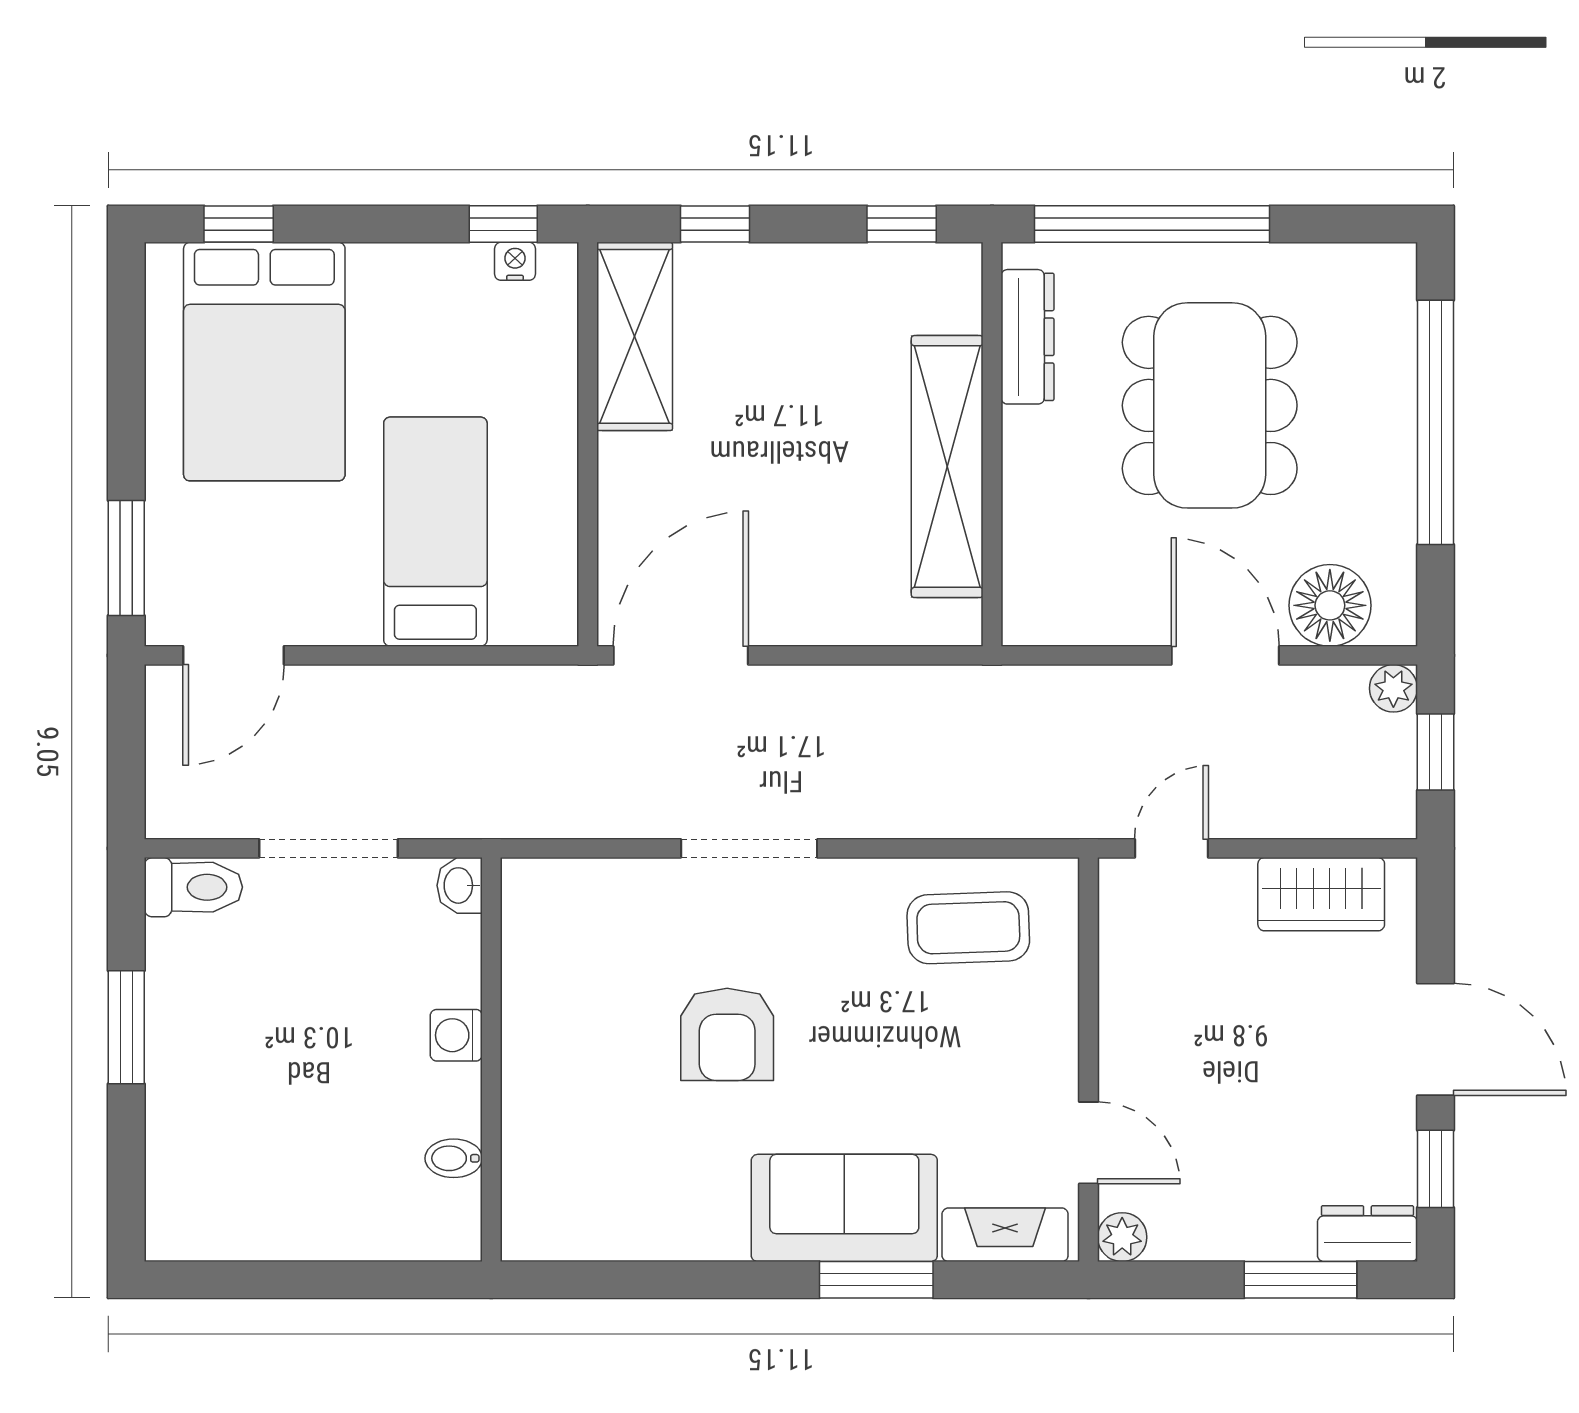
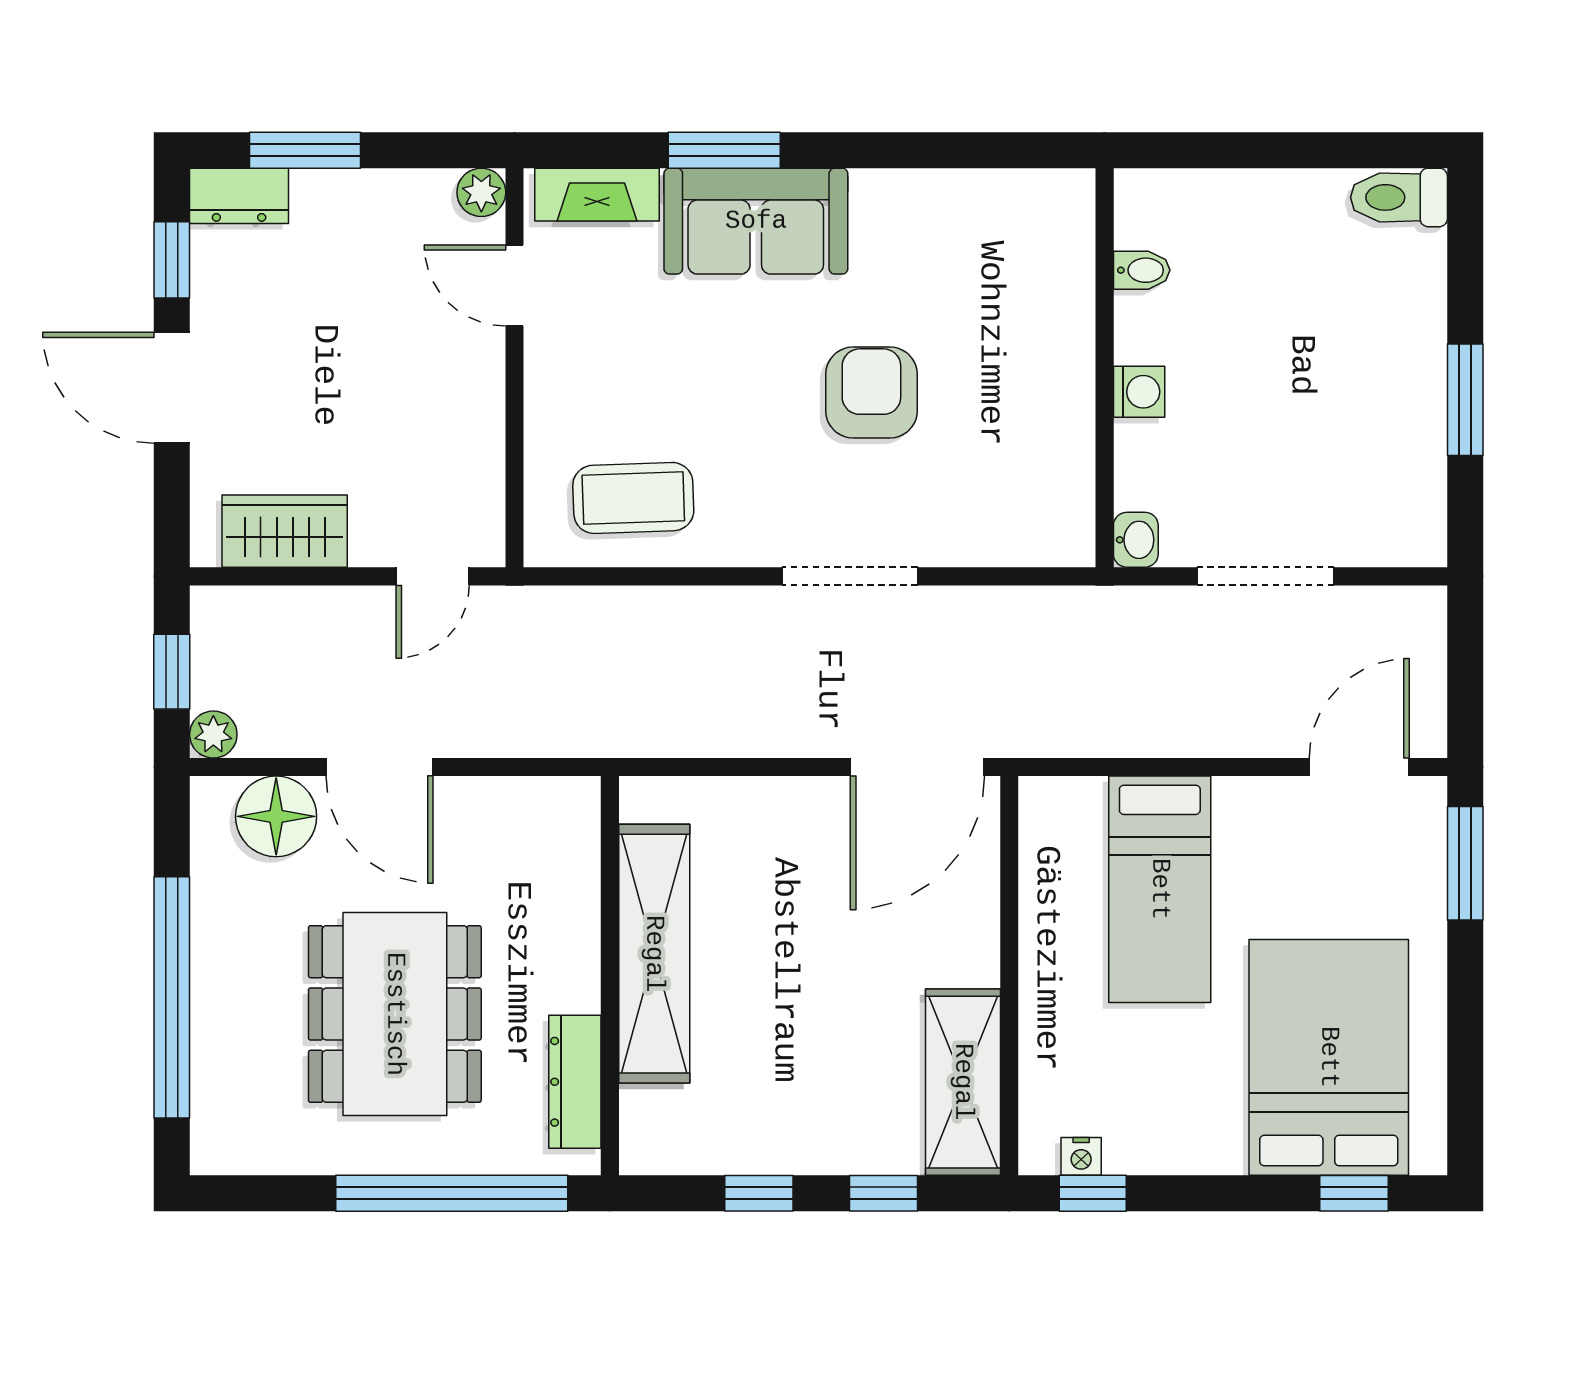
window: (902, 224) -> (759, 1193), moved
toilet: (193, 887) -> (1399, 197), moved

